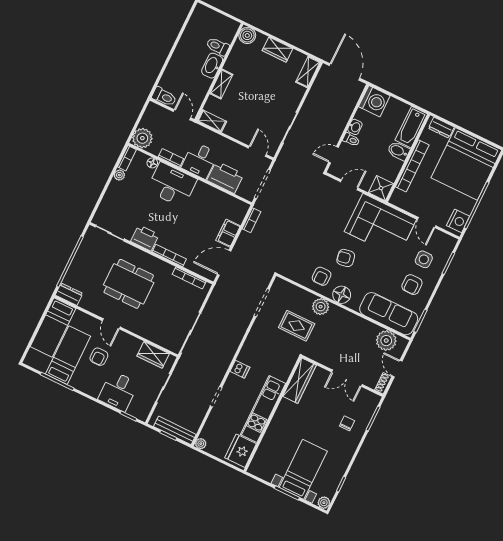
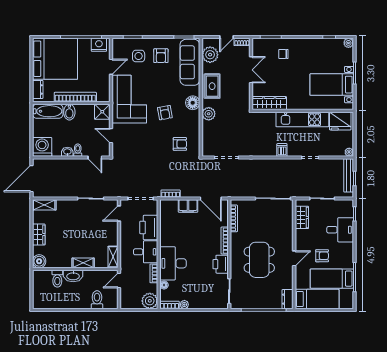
toilet: (164, 97) -> (97, 300), moved
armchair: (322, 276) -> (180, 144), moved
armchair: (412, 285) -> (161, 56), turned 90
rug: (297, 326) -> (212, 86), moved
bed with nightstands: (303, 469) -> (332, 85), moved

